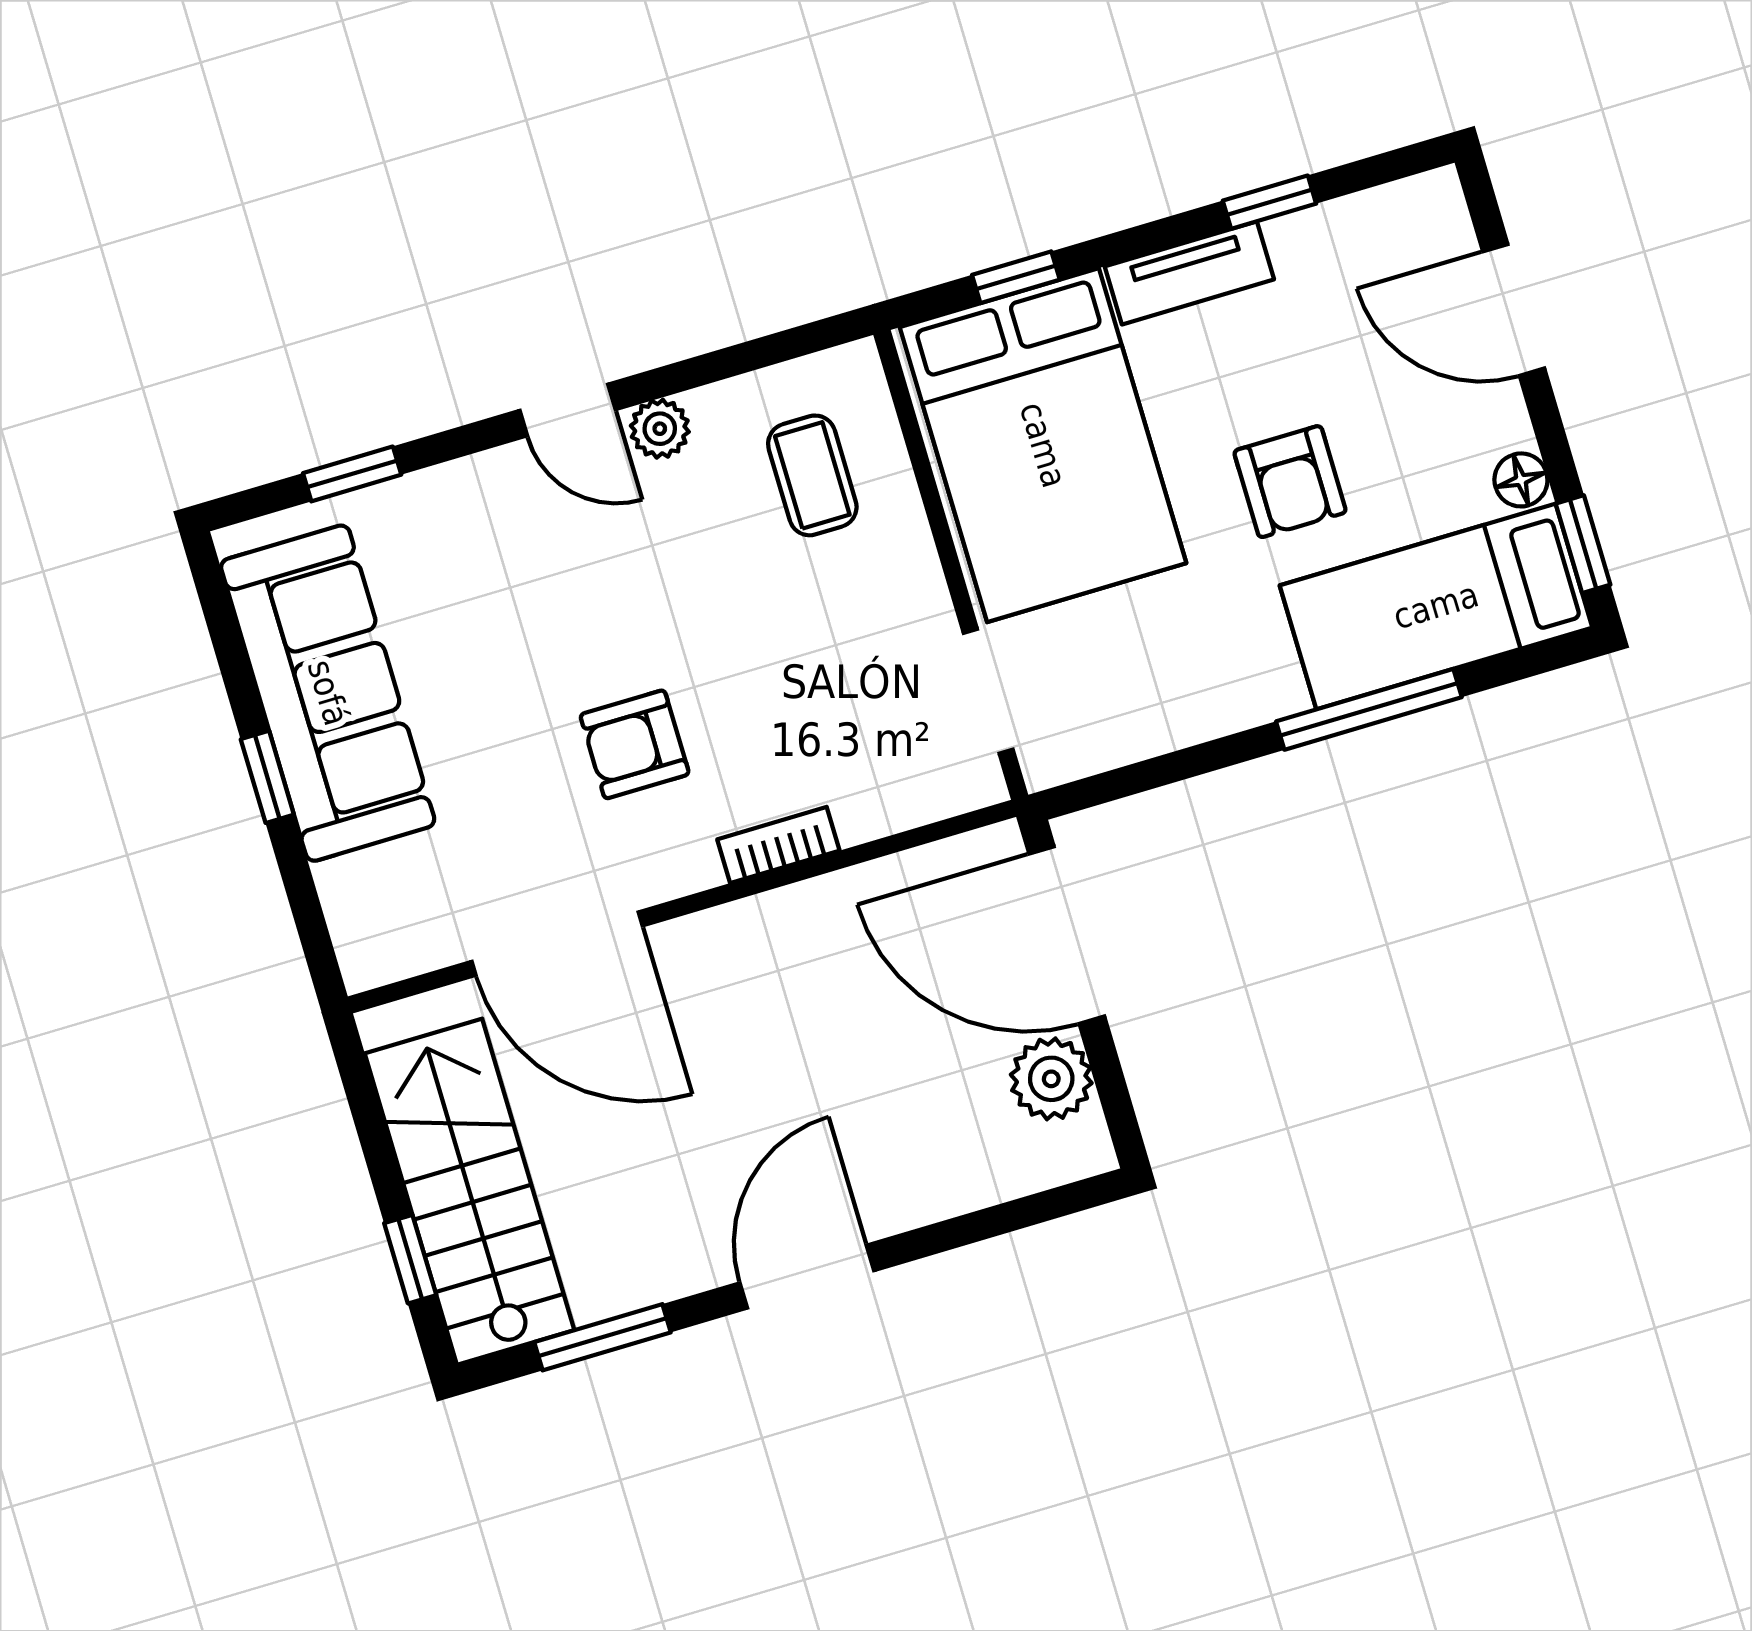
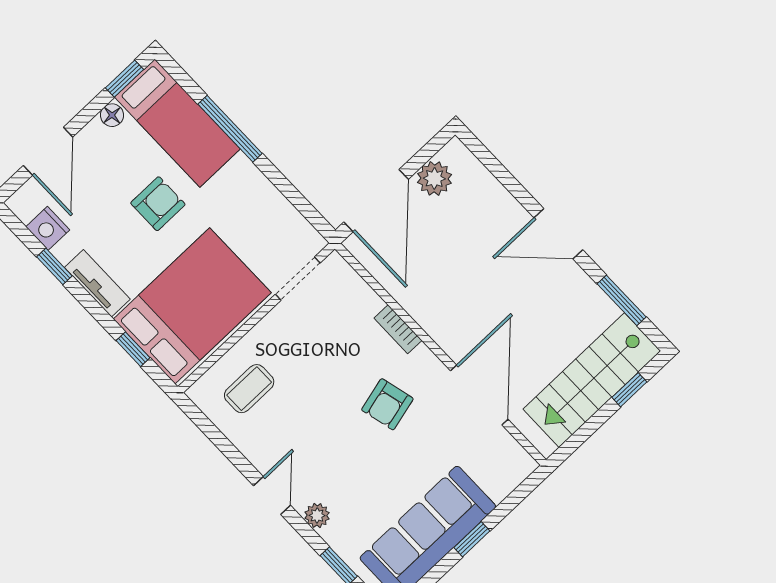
nightstand: (1355, 228) -> (48, 228), added
plant: (660, 429) -> (317, 515), moved
armchair: (635, 744) -> (387, 404), turned 76

